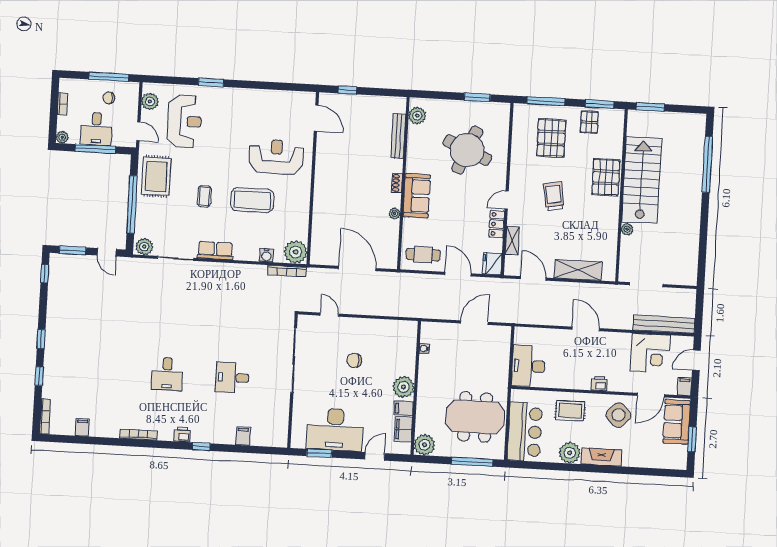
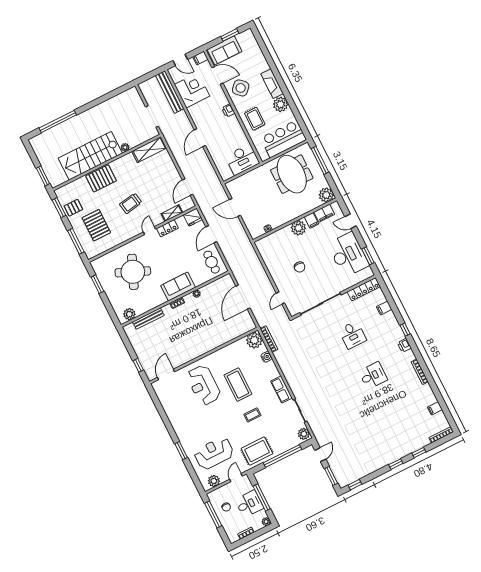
pallet: (551, 138) -> (96, 225), turned 90
door: (507, 200) -> (149, 231), swing flipped
shelving: (578, 270) -> (149, 150), moved, turned 90
locker: (281, 424) -> (364, 289), added

